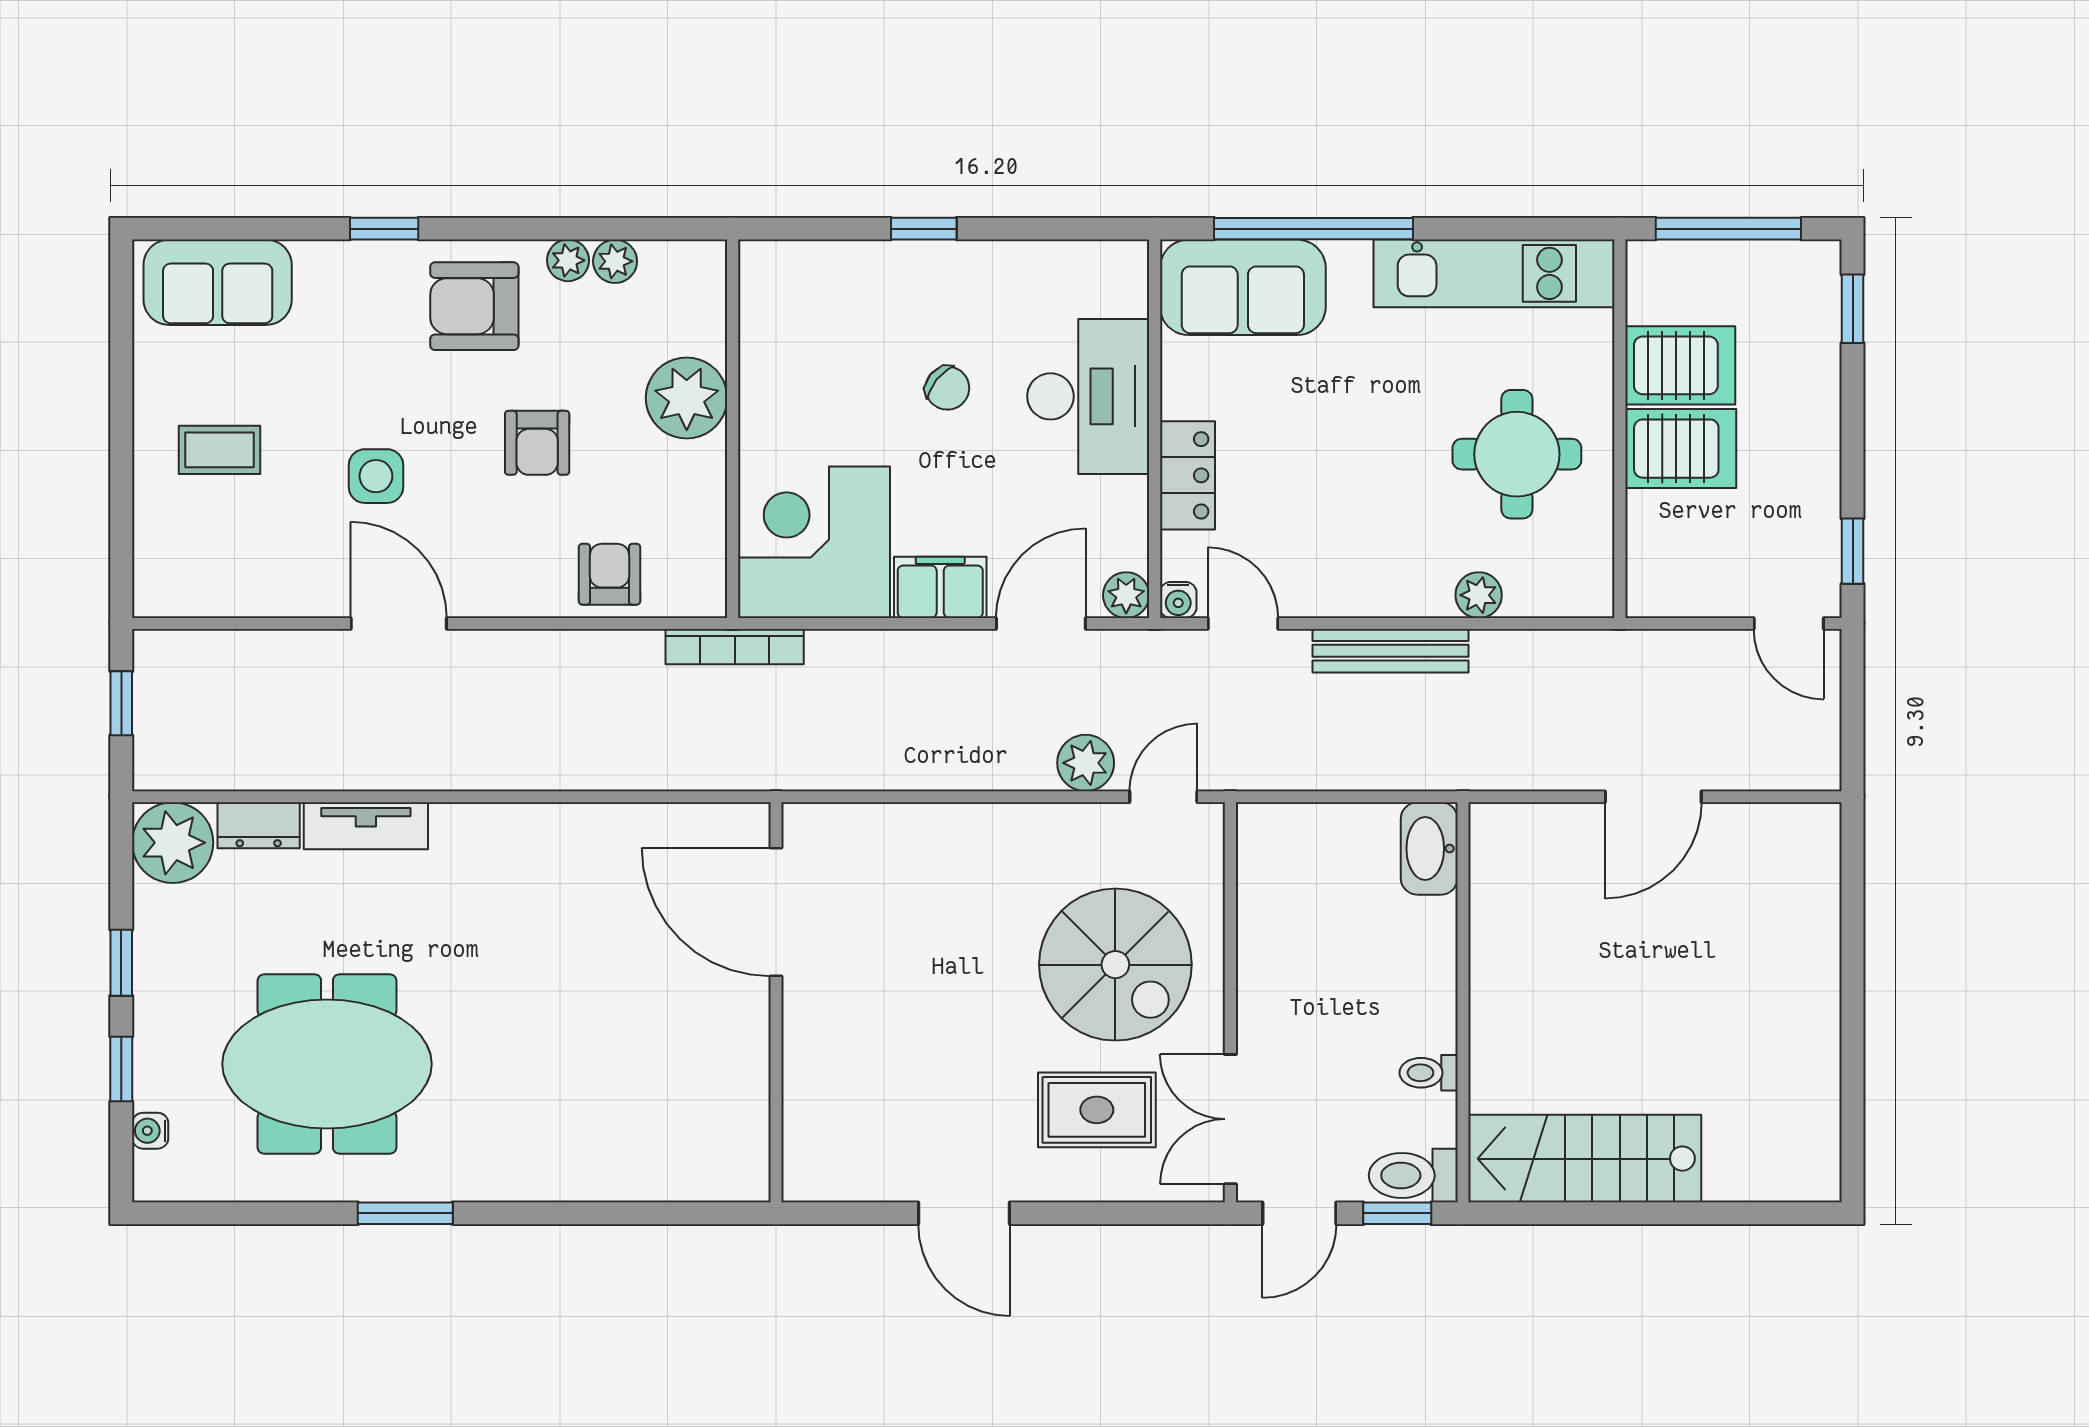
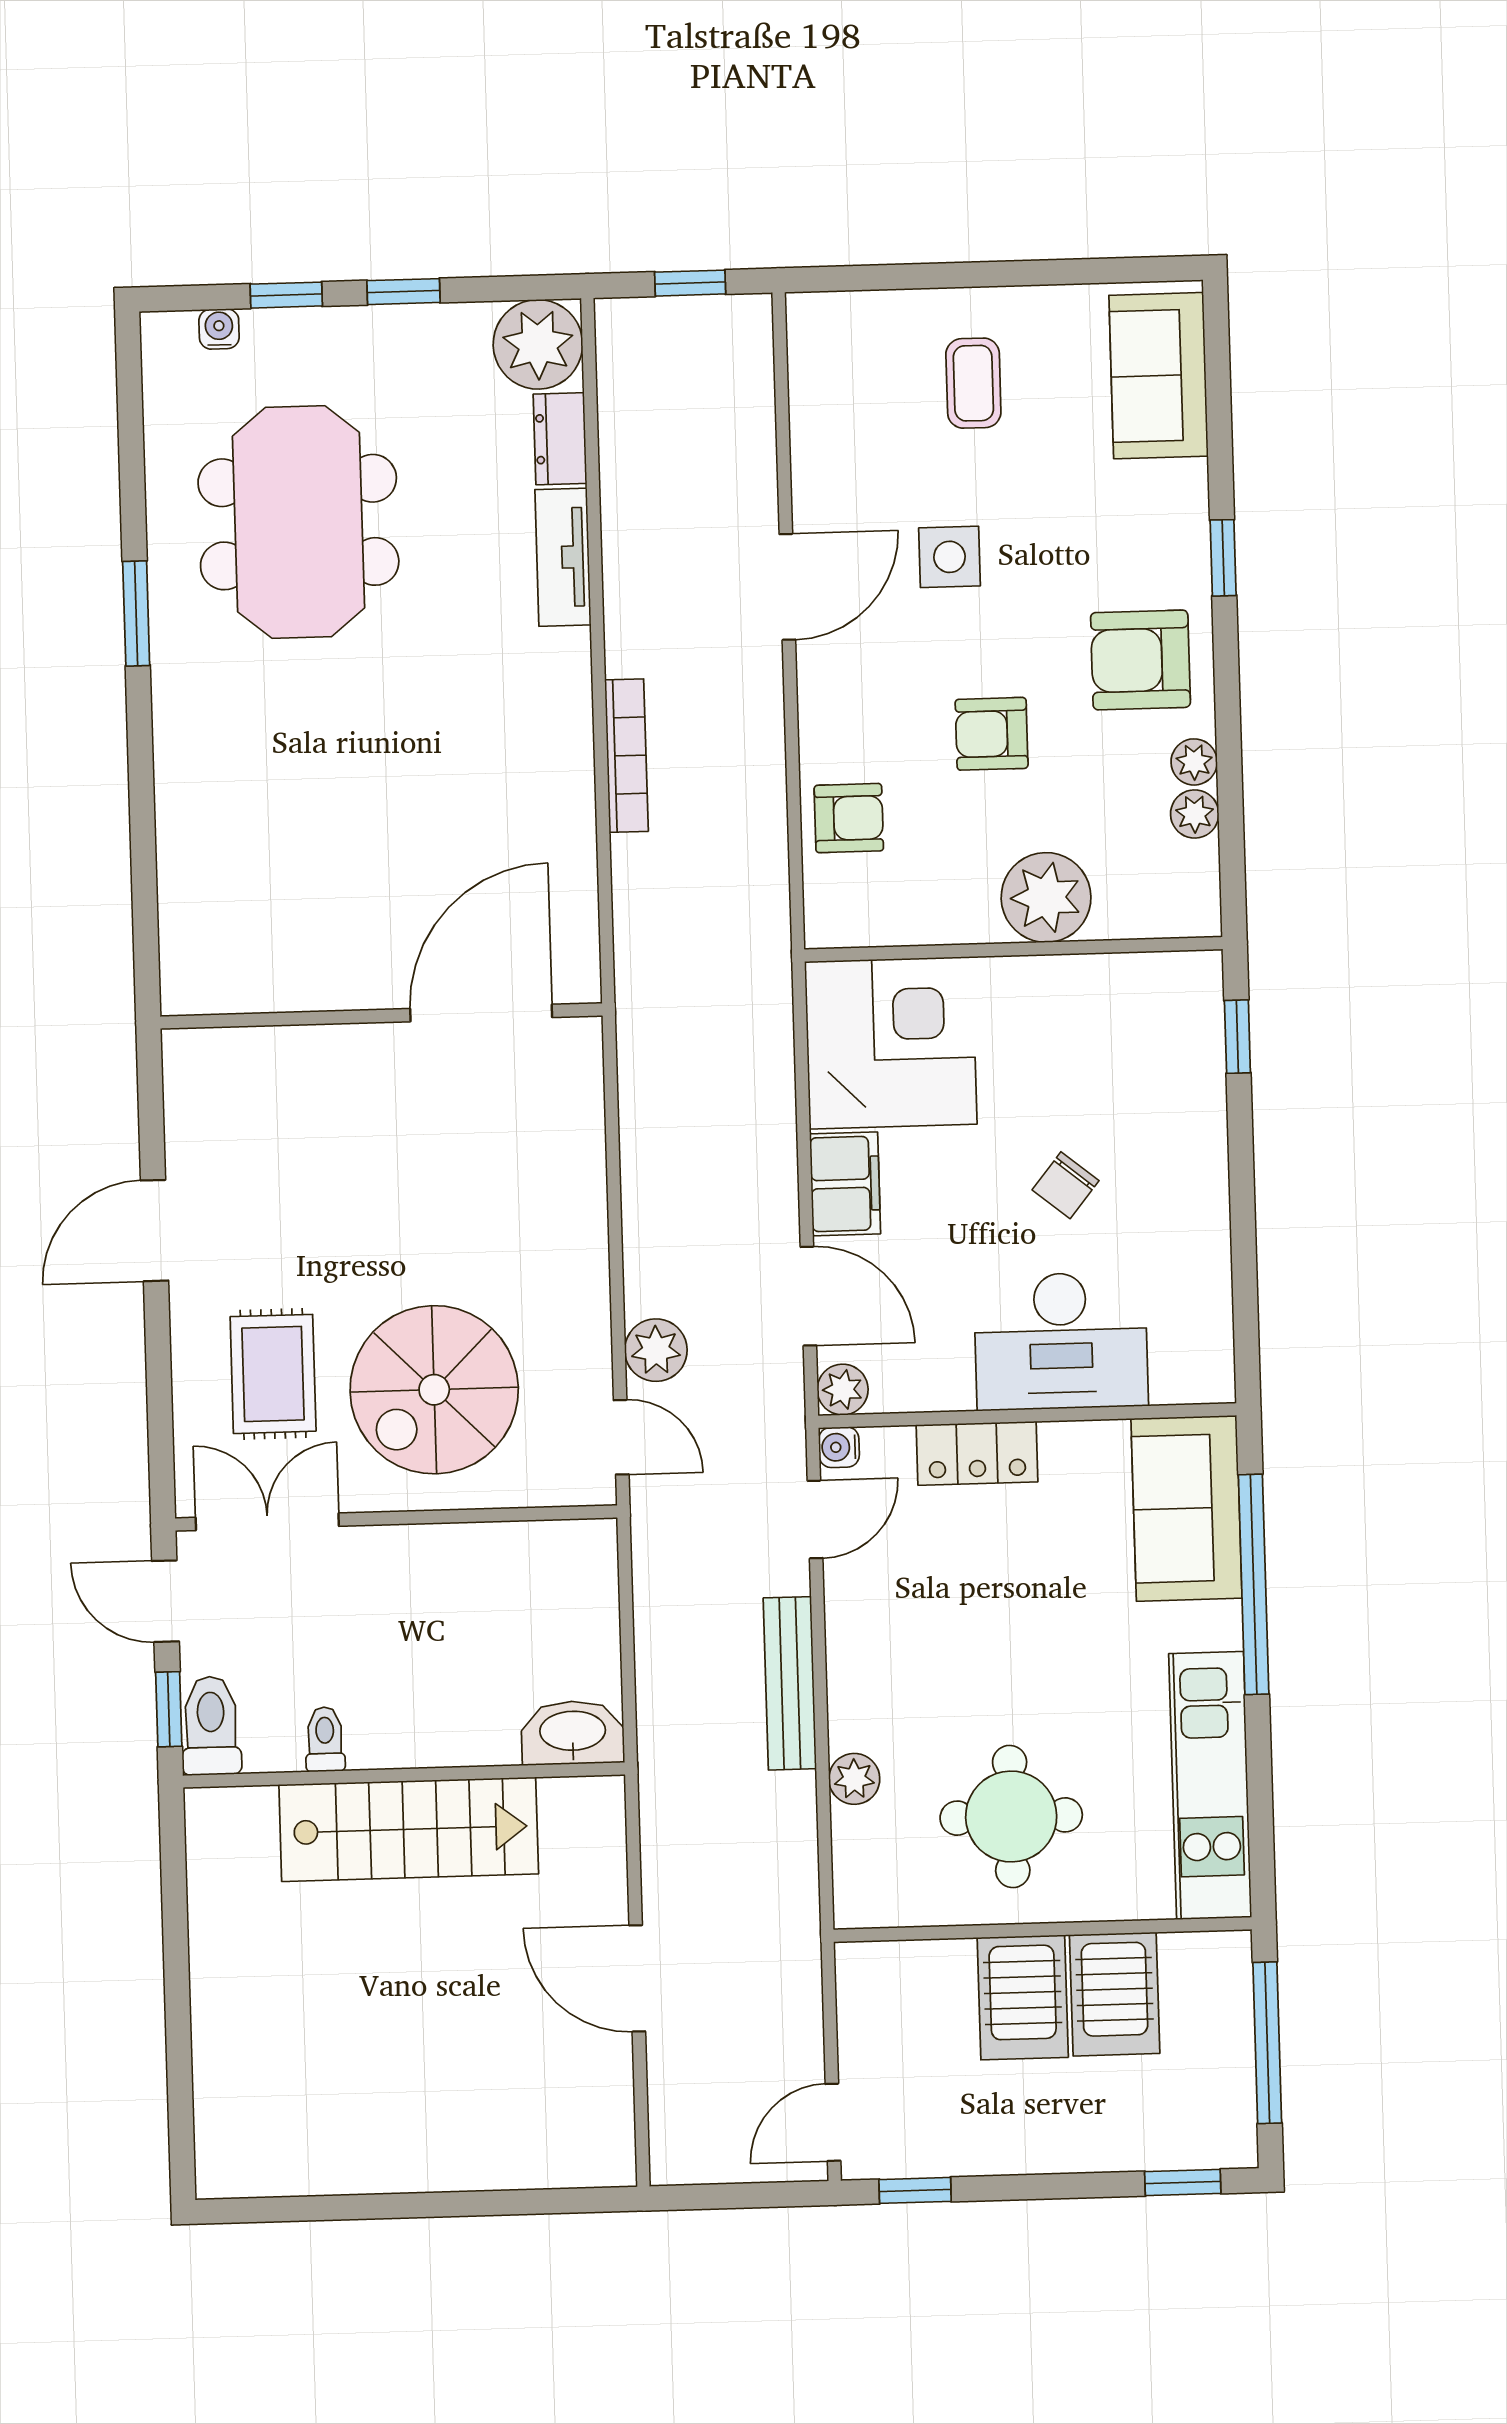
window: (924, 229) -> (1237, 1037), moved
armchair: (474, 306) -> (1140, 660), turned -90
bookcase: (735, 647) -> (626, 756), moved, turned 180
stairs: (1585, 1159) -> (409, 1829), moved, turned 90

